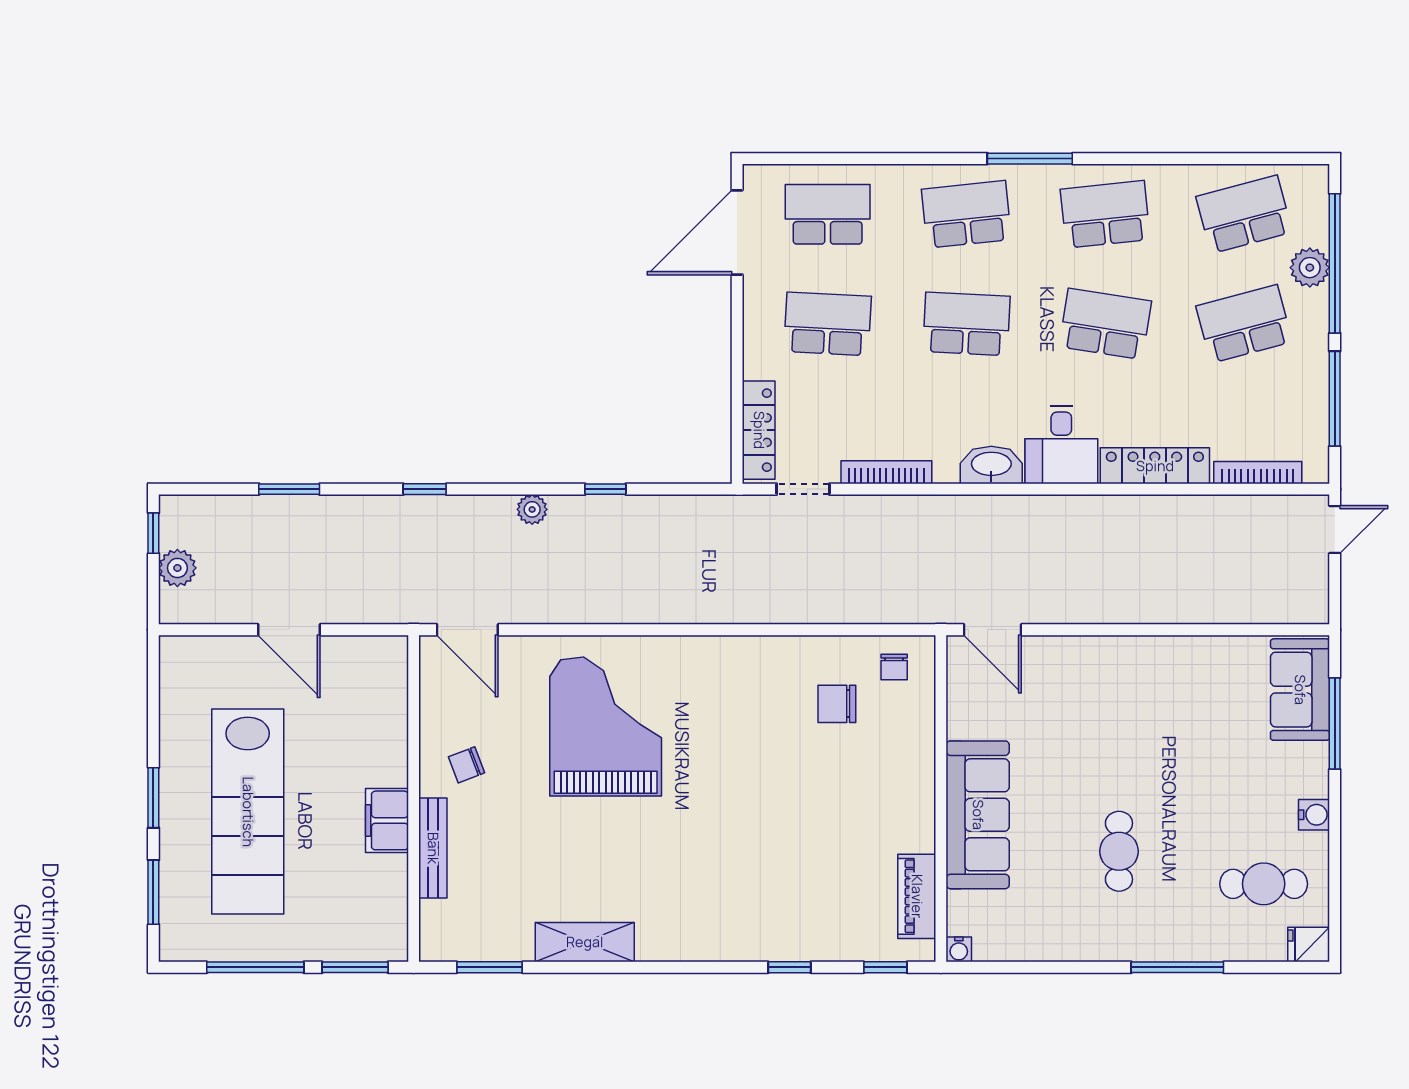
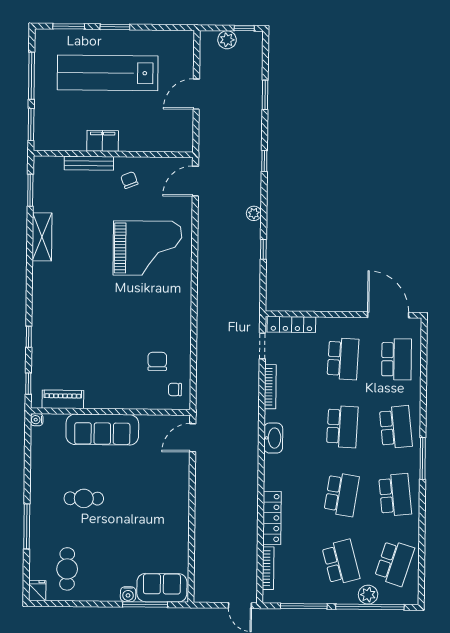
school desk: (1244, 214) -> (394, 563), turned 33
desk: (1061, 445) -> (283, 472), removed
water cooler: (1314, 815) -> (128, 594), moved

